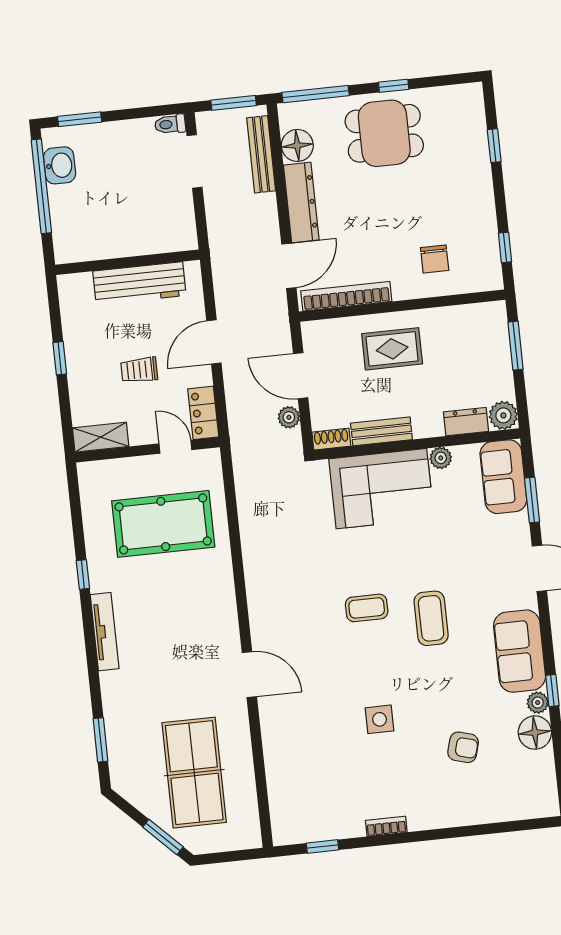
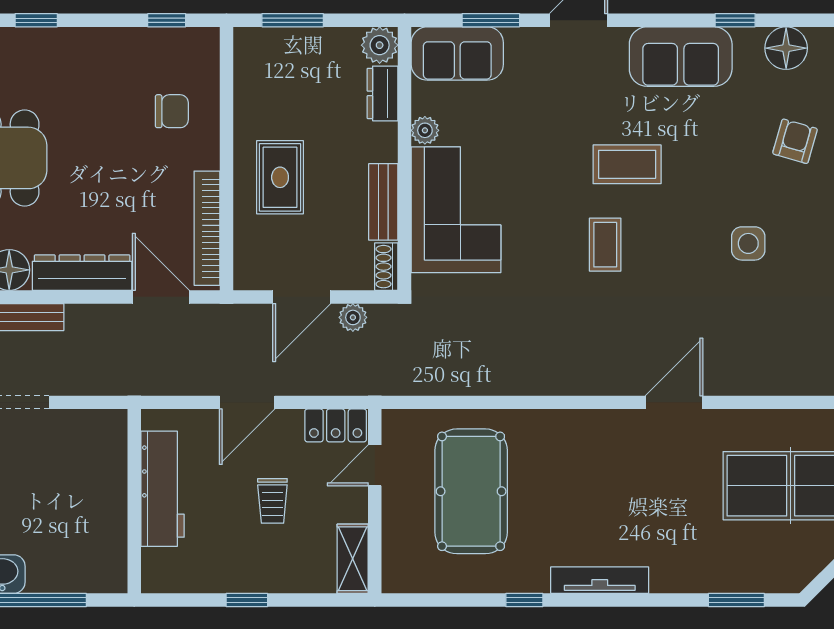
door: (214, 342) -> (247, 402), hinge flipped
plant: (538, 703) -> (748, 41), removed

